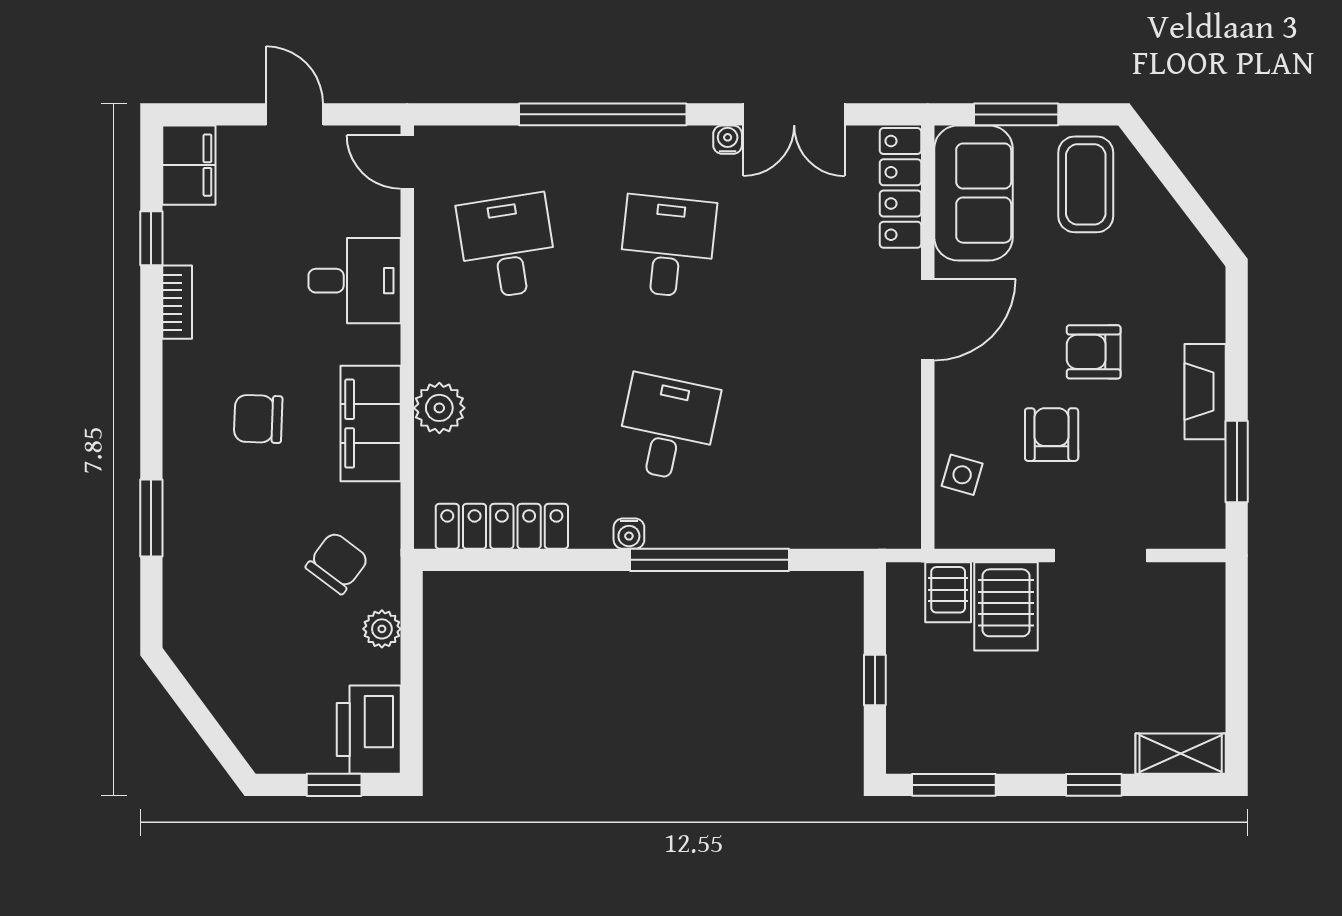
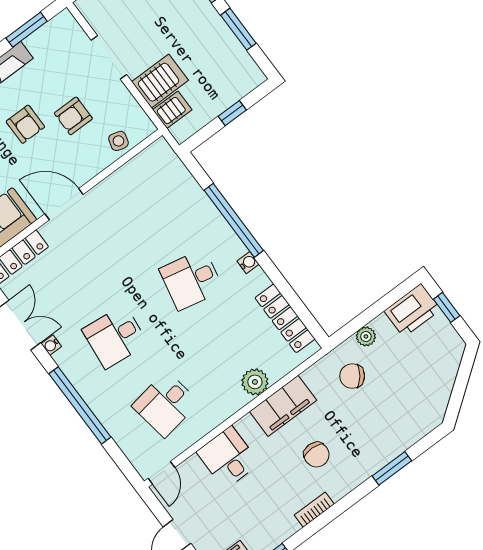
bookcase: (177, 302) -> (314, 510), moved
window: (954, 785) -> (238, 29), moved

